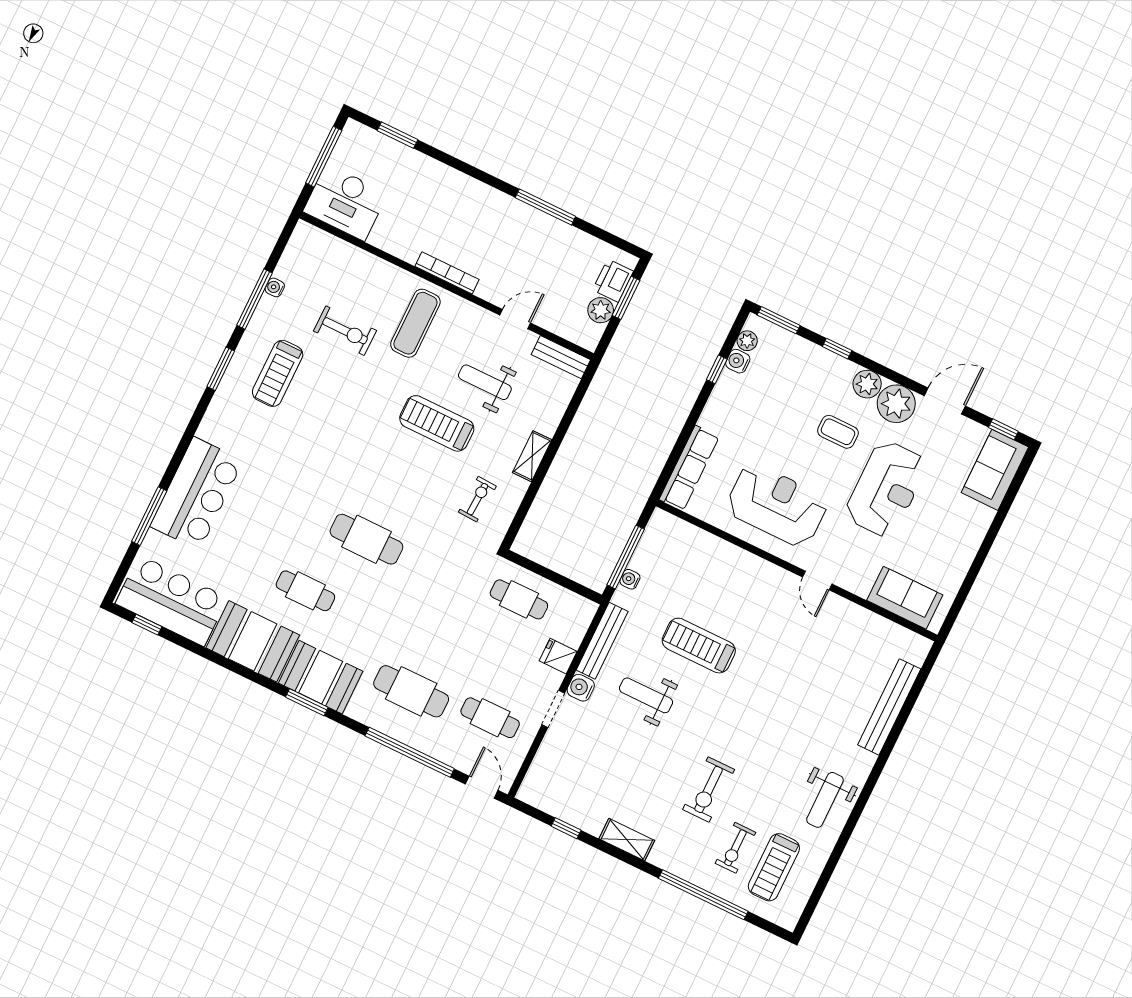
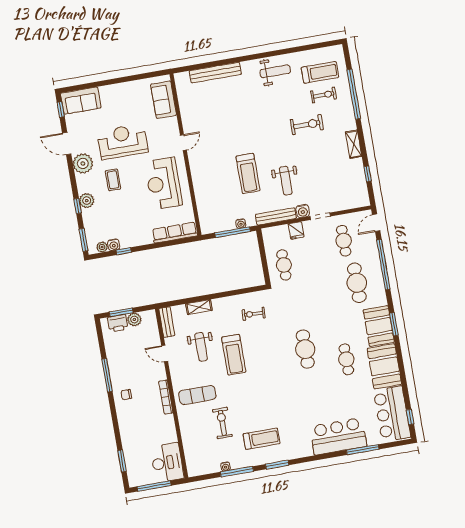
chair: (495, 215) -> (126, 395), added
plant: (867, 384) -> (87, 201), moved
shelving: (532, 456) -> (199, 307), moved

